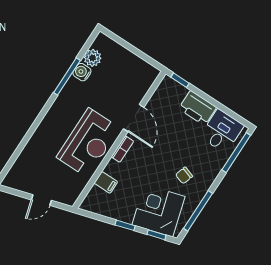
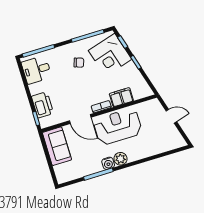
plant: (93, 58) -> (120, 159), moved
sofa: (134, 69) -> (57, 146), added
water cooler: (82, 72) -> (108, 163), moved
printer: (198, 108) -> (43, 105), moved
door: (134, 118) -> (80, 119), swing flipped
filing cabinet: (106, 182) -> (121, 97), width x2.00

